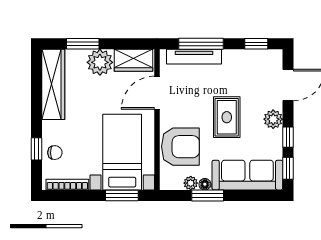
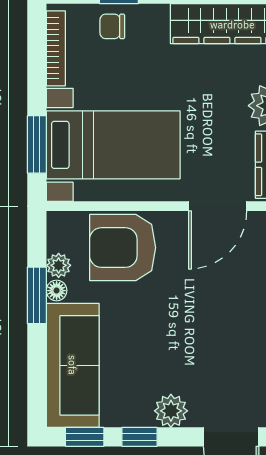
door: (157, 93) -> (218, 206), swing flipped
rug: (227, 117) -> (175, 329), removed
armchair: (180, 147) -> (123, 248), turned 90
chair: (55, 153) -> (112, 26), turned 90

